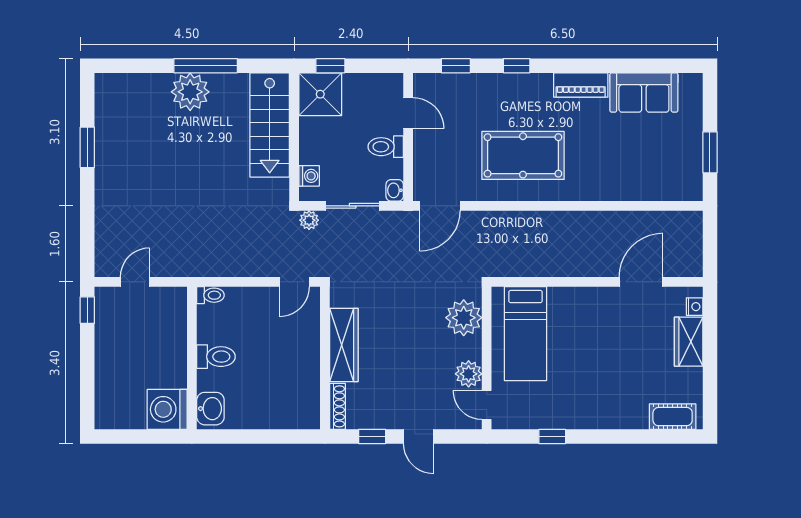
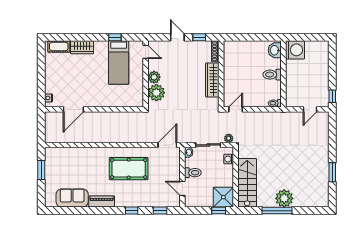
bed: (525, 334) -> (119, 63), moved, turned 180
wardrobe: (689, 342) -> (82, 47), moved, turned 90
plant: (469, 374) -> (154, 77), moved

